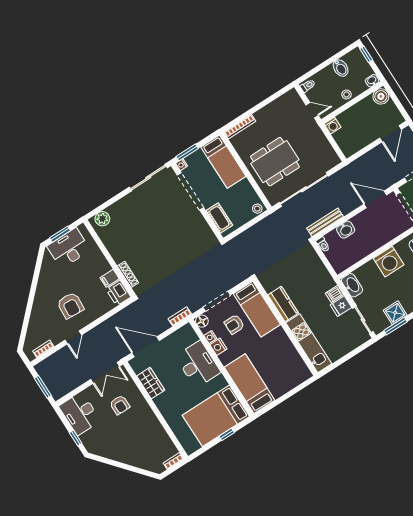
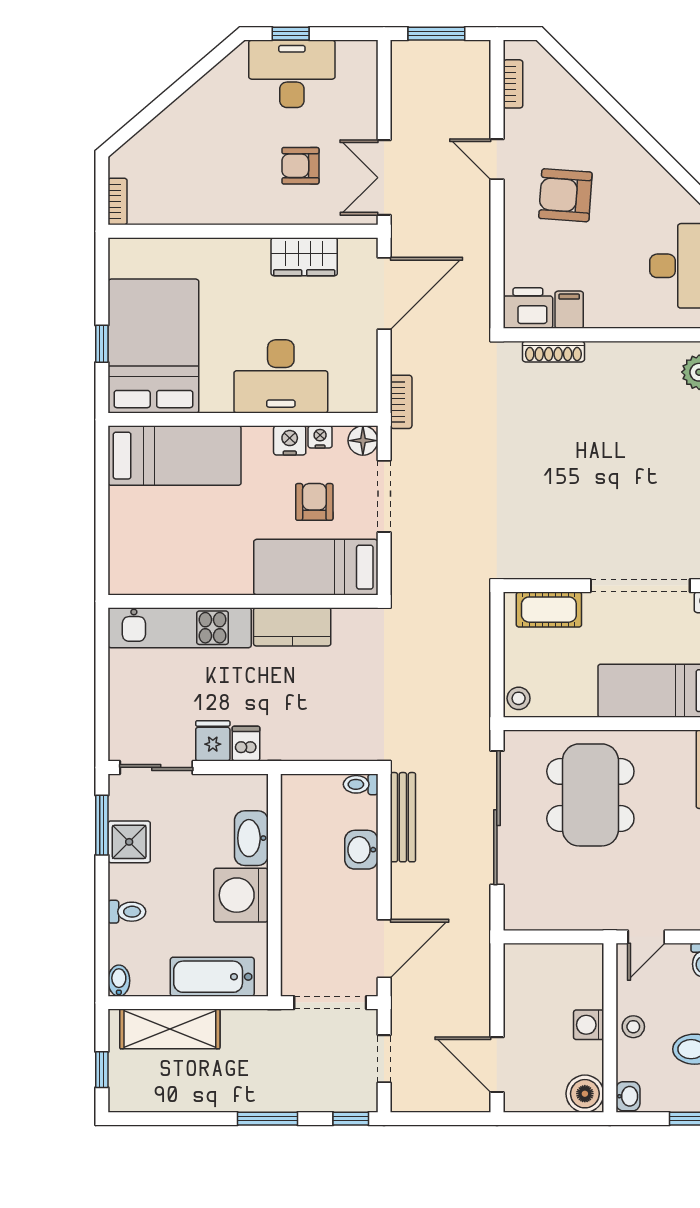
washing machine: (333, 126) -> (589, 1025), moved
washbasin: (352, 285) -> (251, 838), moved, turned 90
desk: (80, 413) -> (292, 74), moved

